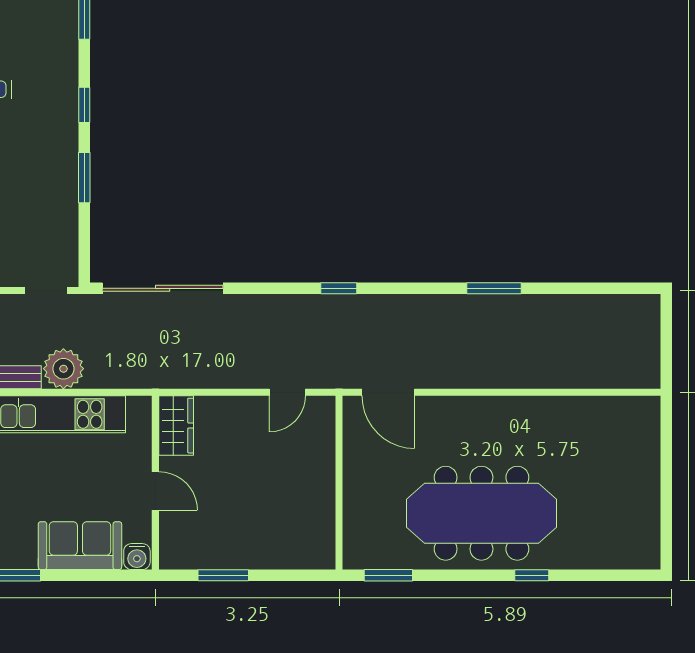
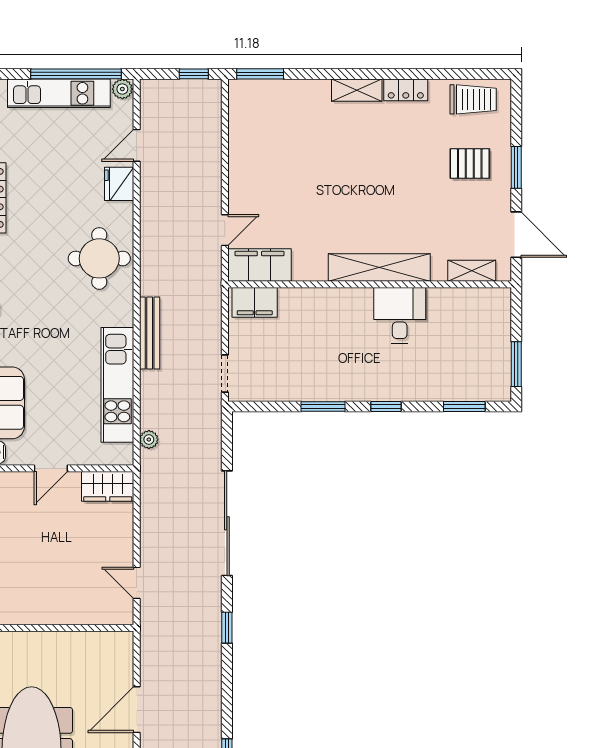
sliding door: (163, 288) -> (227, 523), moved
plant: (63, 369) -> (149, 440), moved, width x0.53, depth x0.53
door: (388, 392) -> (137, 710), moved

